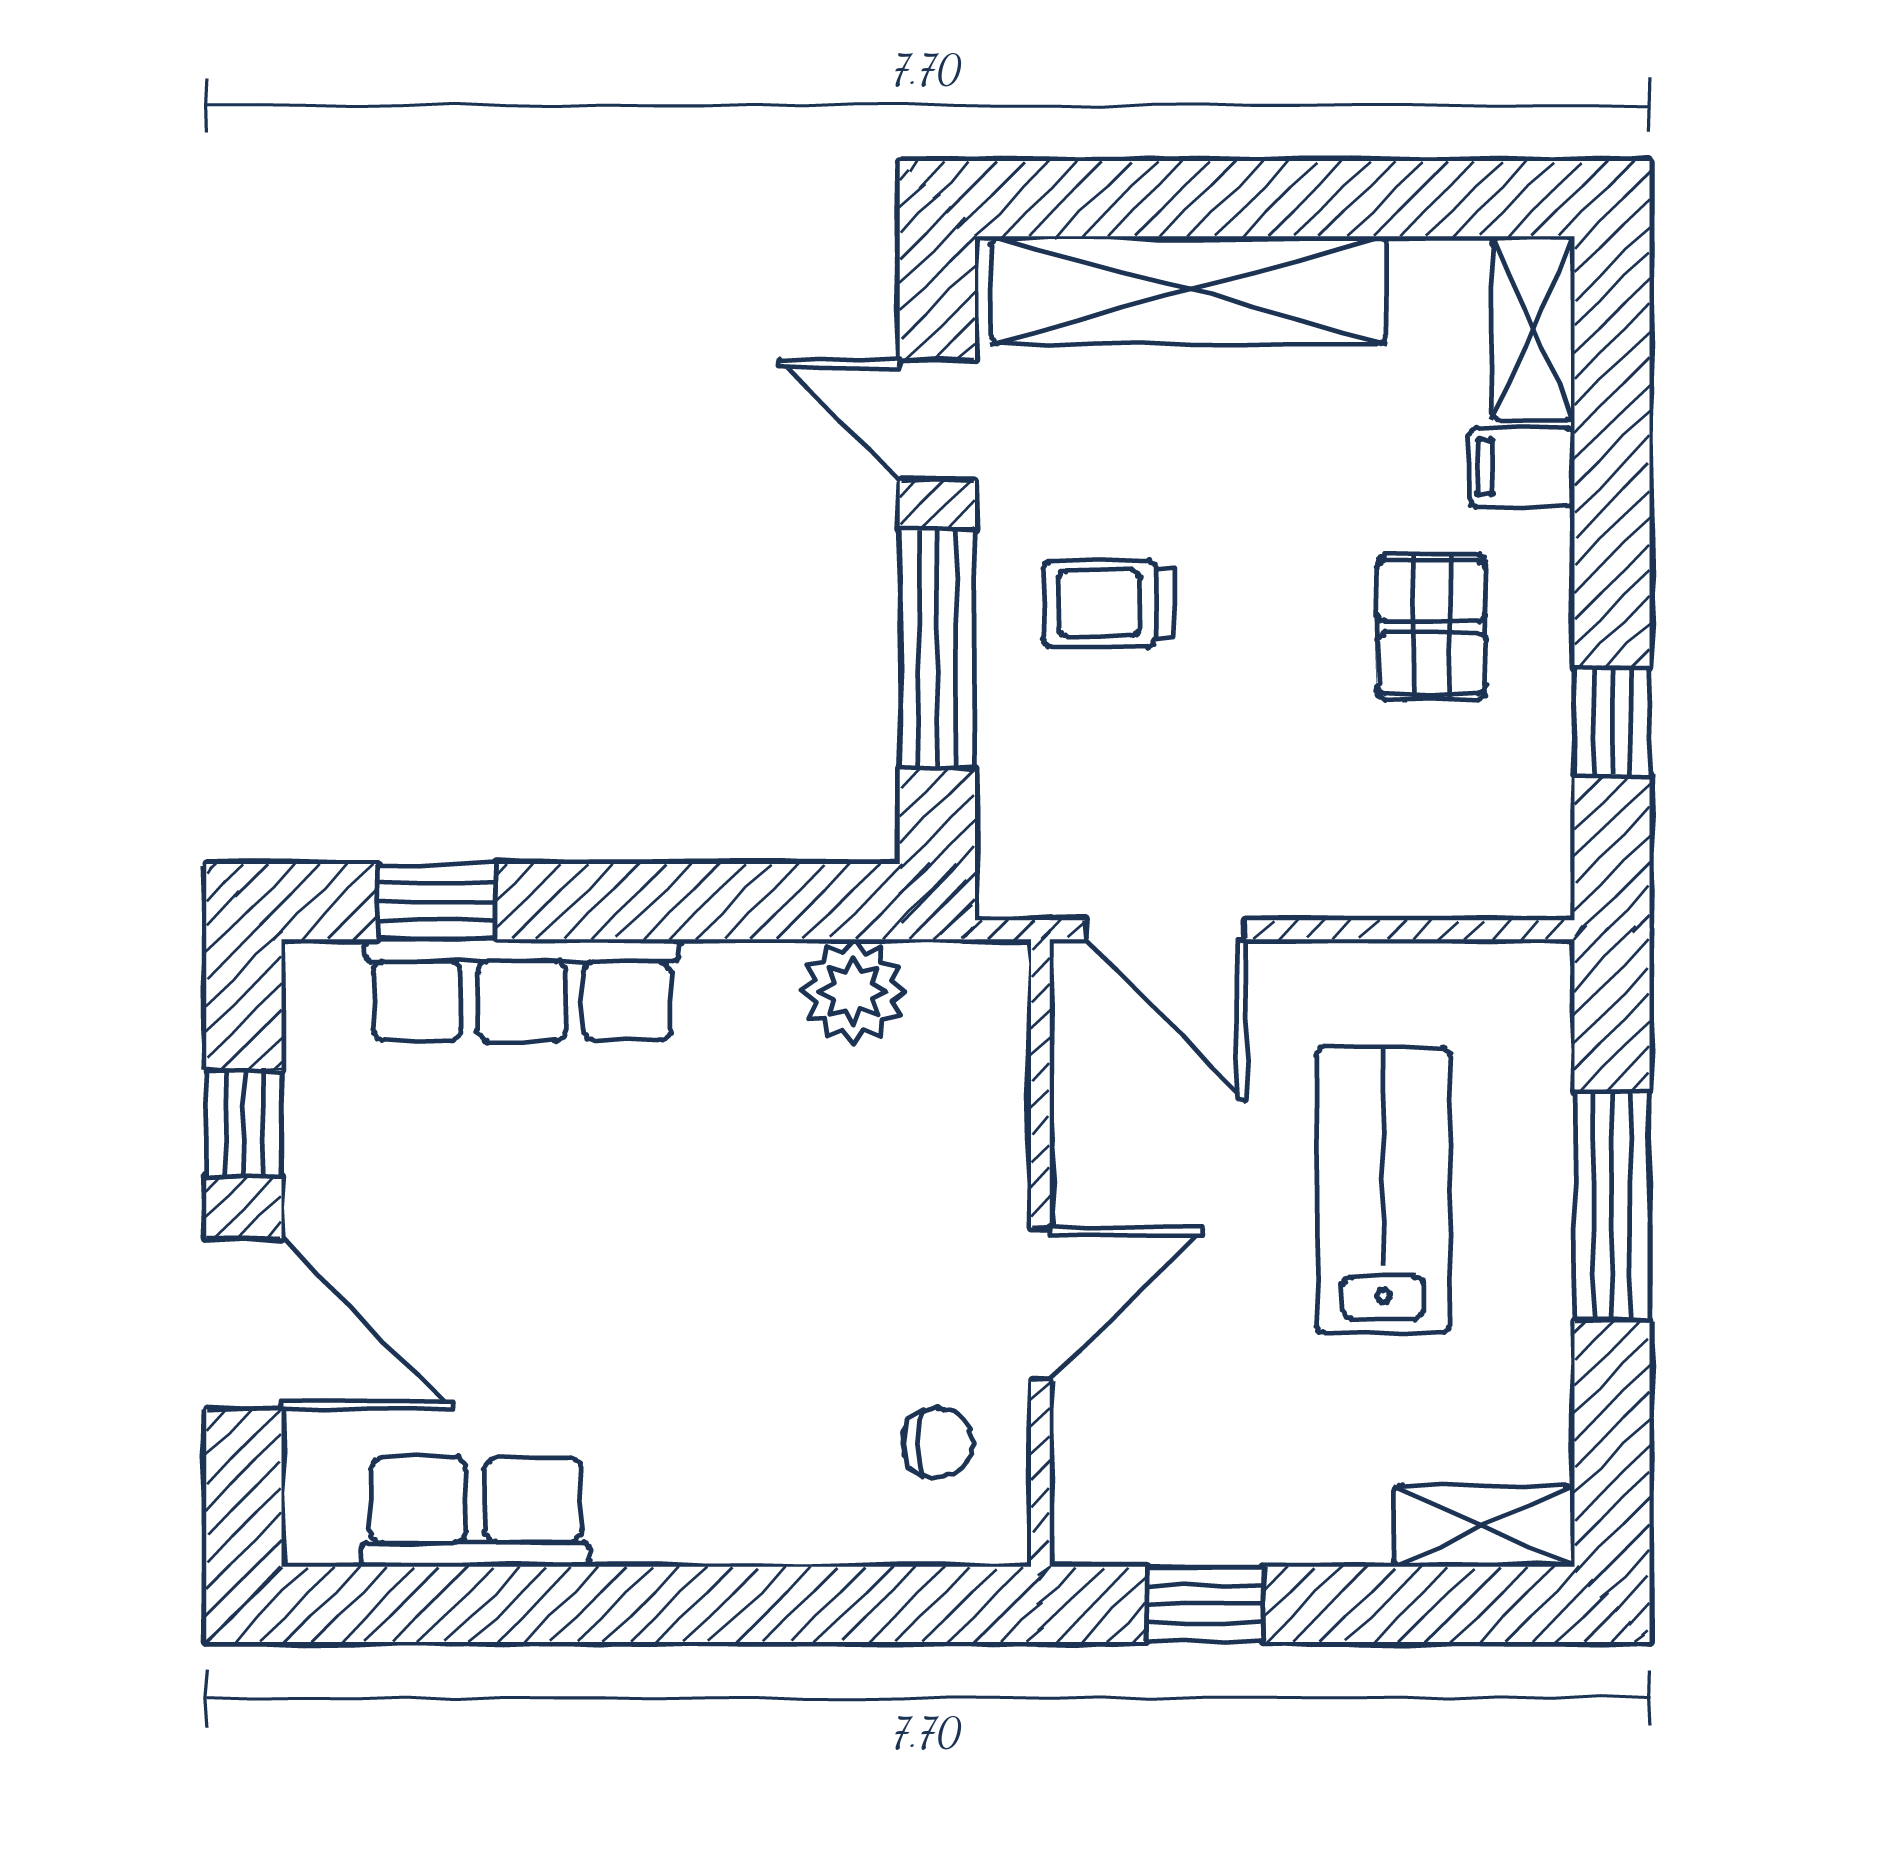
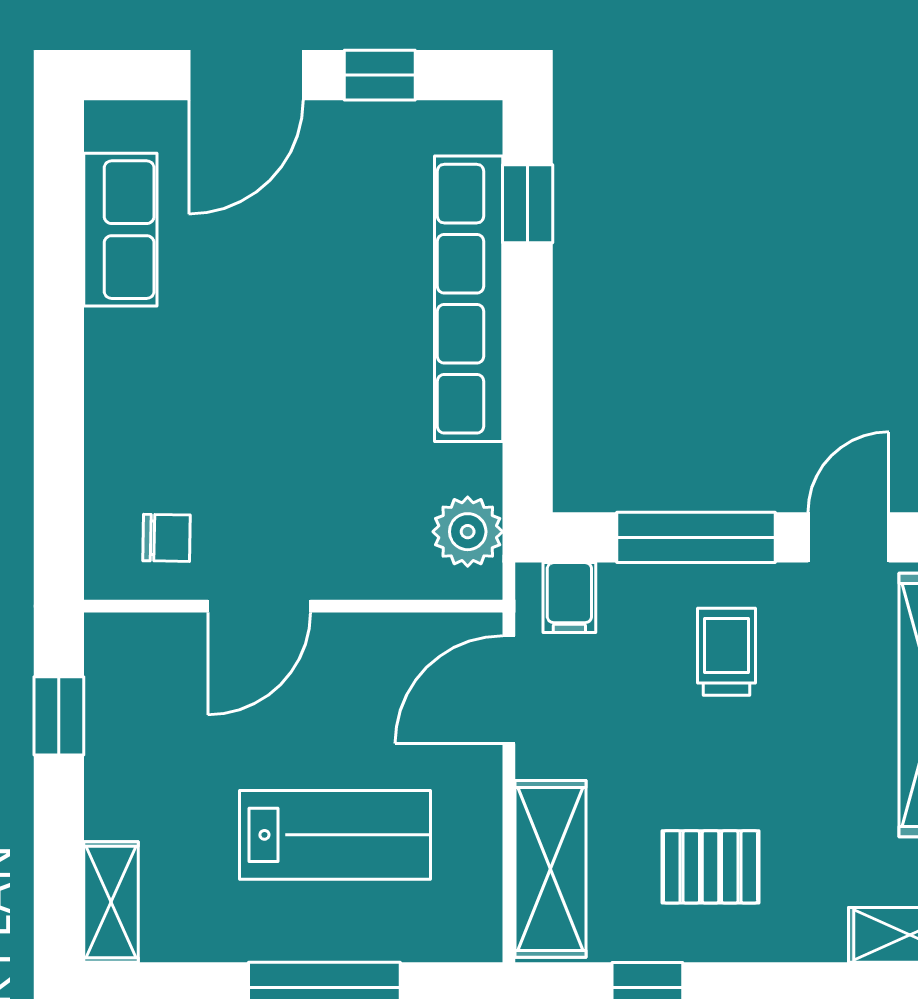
filing cabinet: (1522, 467) -> (569, 598), moved, turned 180
shelving: (1434, 867) -> (550, 869), added
row of seats: (522, 990) -> (469, 299), width x1.36
plant: (853, 991) -> (468, 532), moved
door: (1040, 1304) -> (259, 606), hinge flipped
chair: (938, 1443) -> (166, 538), turned -89

